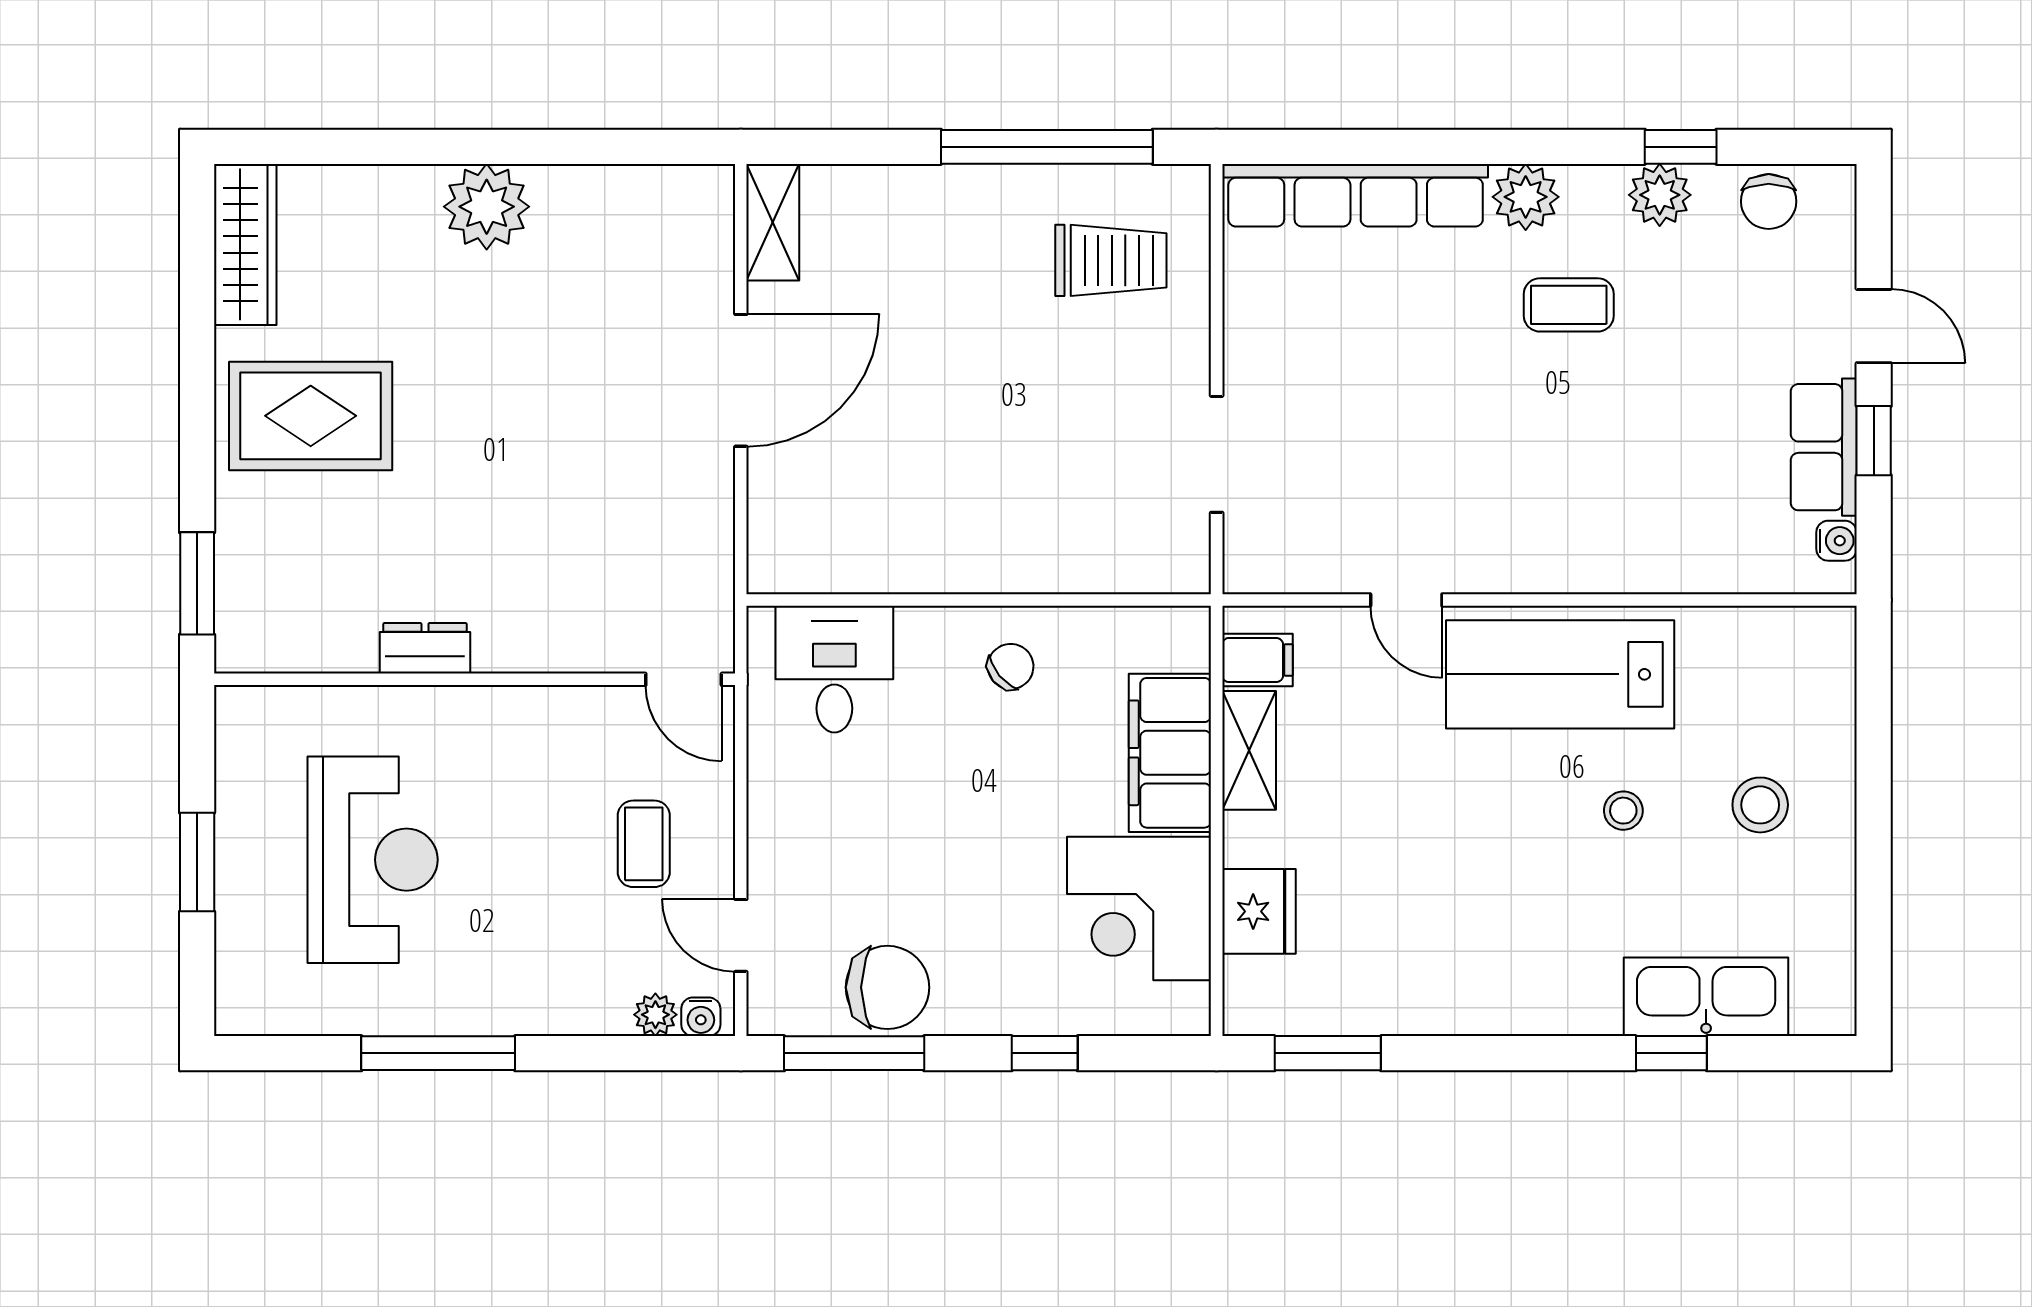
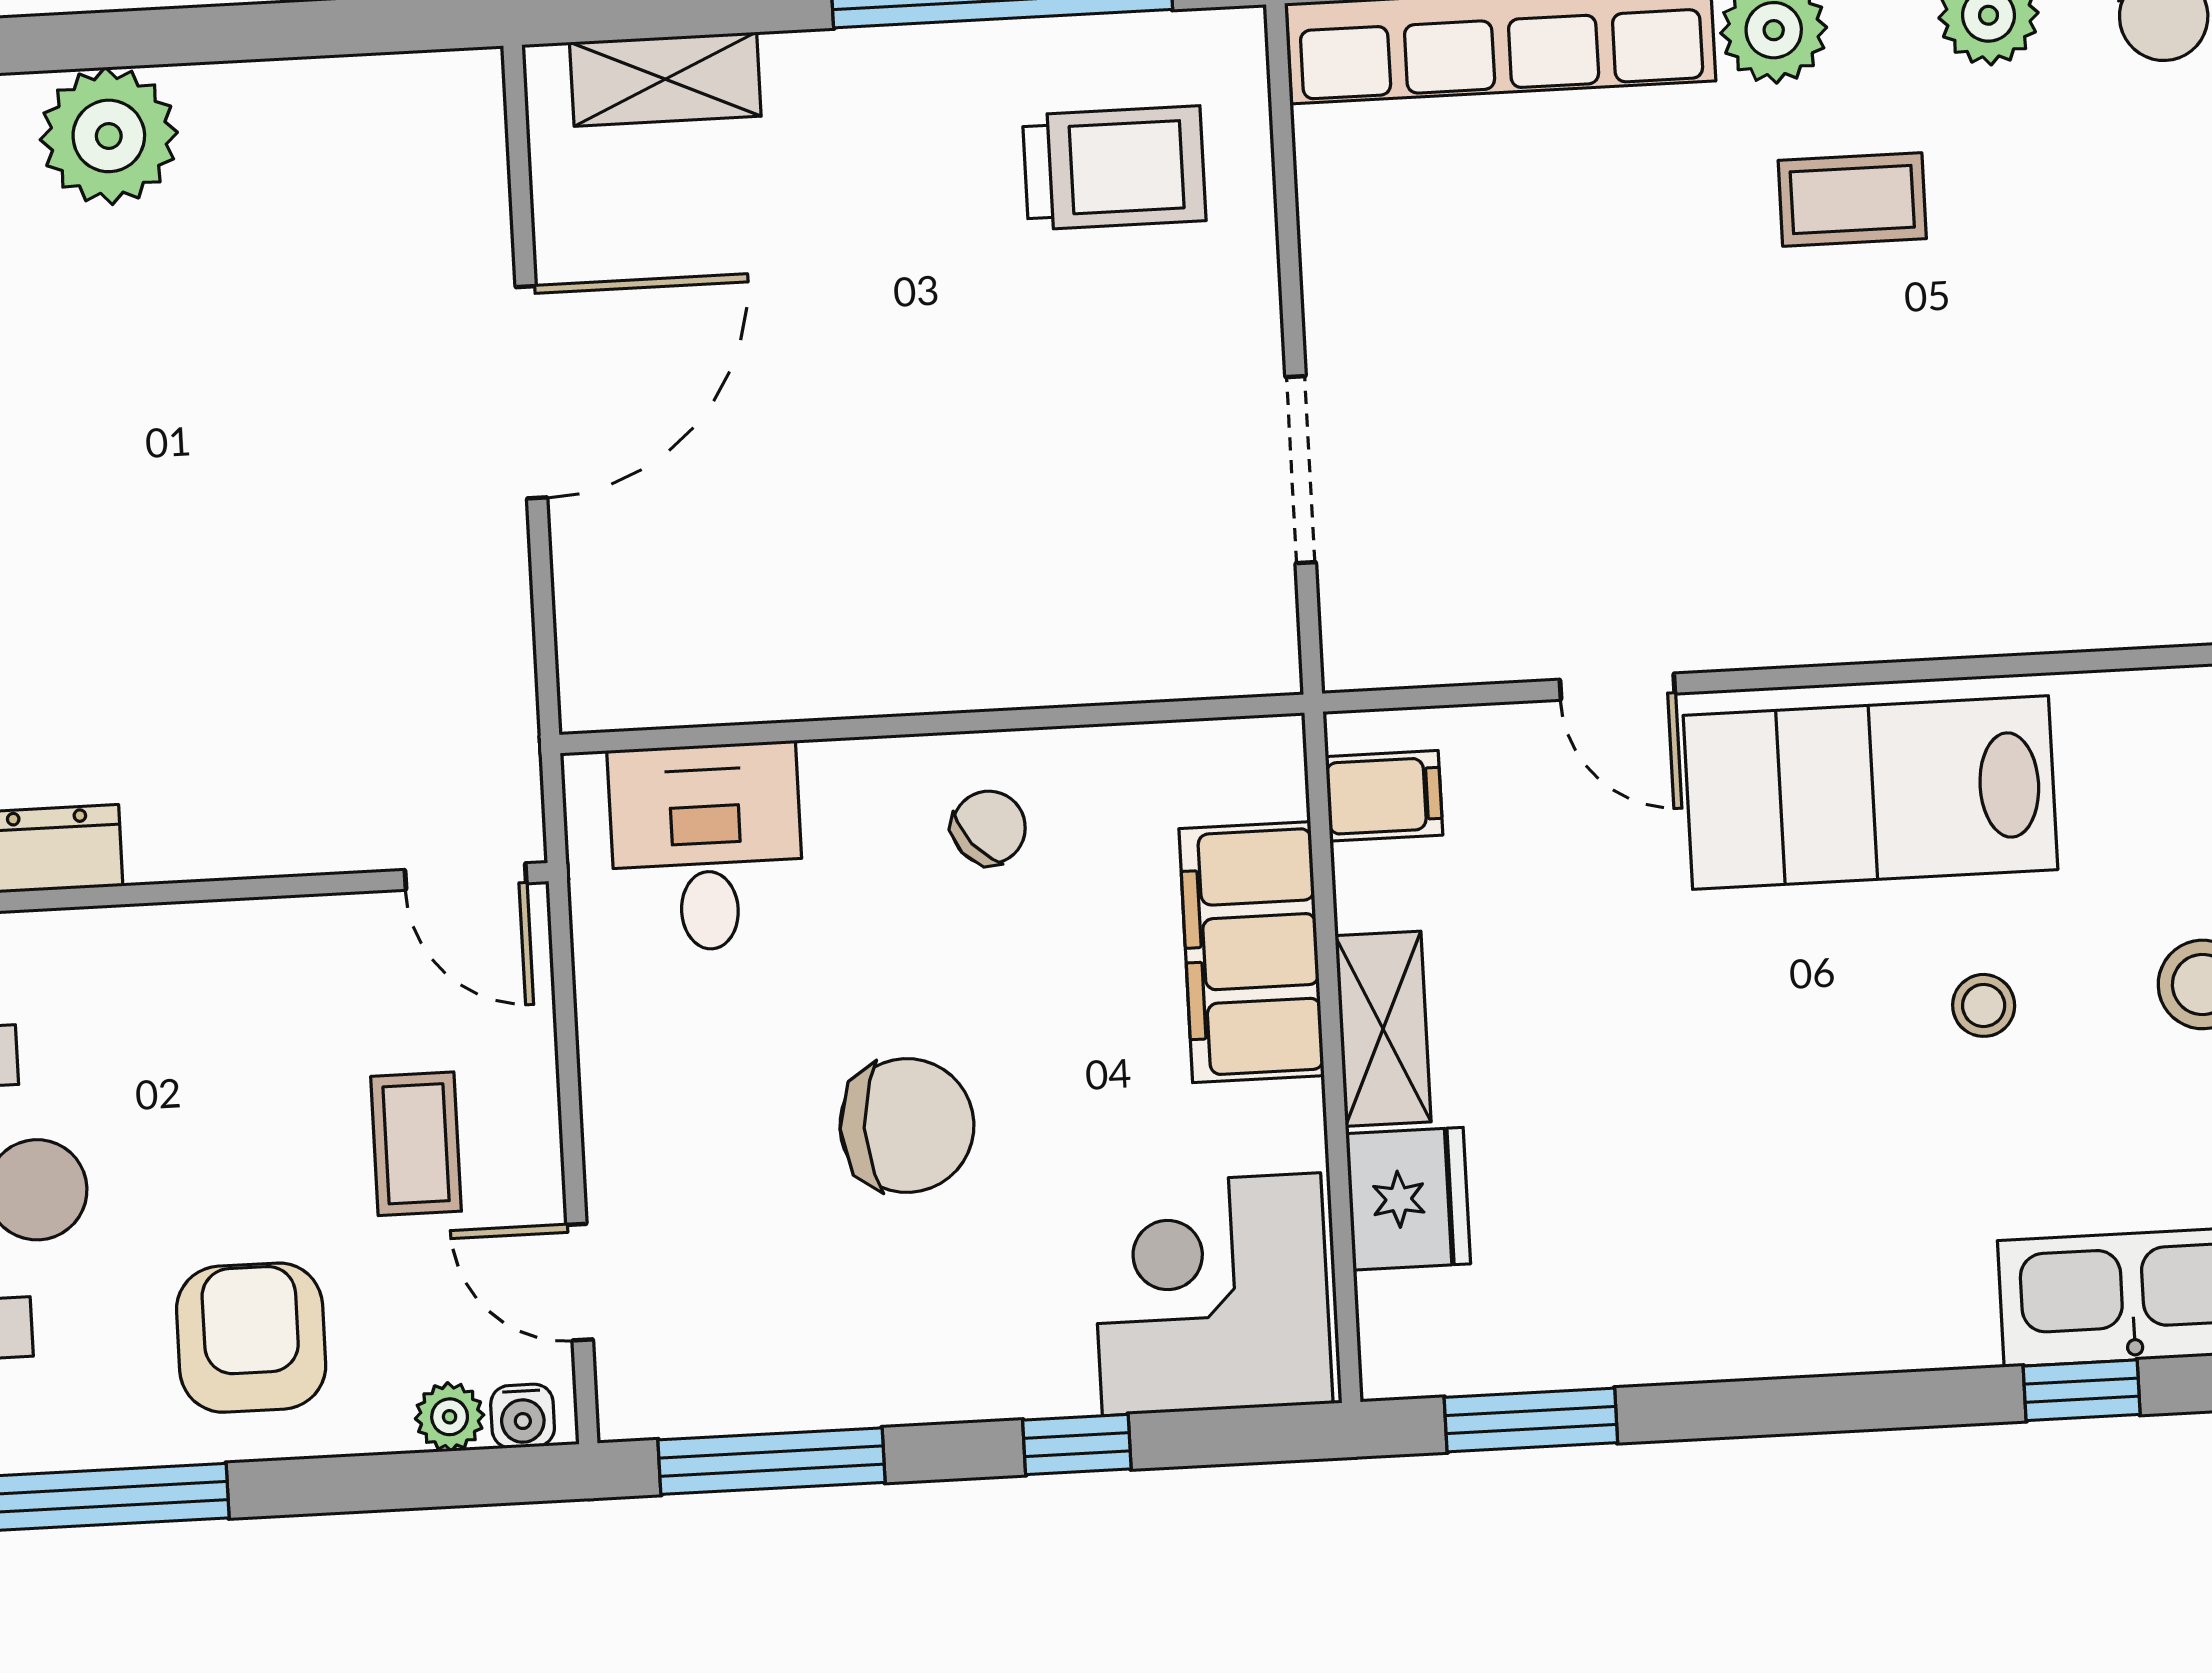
shelving: (773, 222) -> (665, 79), moved, turned 90
shelving: (1249, 750) -> (1383, 1029), moved
corner desk: (1139, 908) -> (1211, 1294), moved, turned 90
armchair: (535, 959) -> (251, 1338), added
chair: (887, 987) -> (907, 1126), moved

